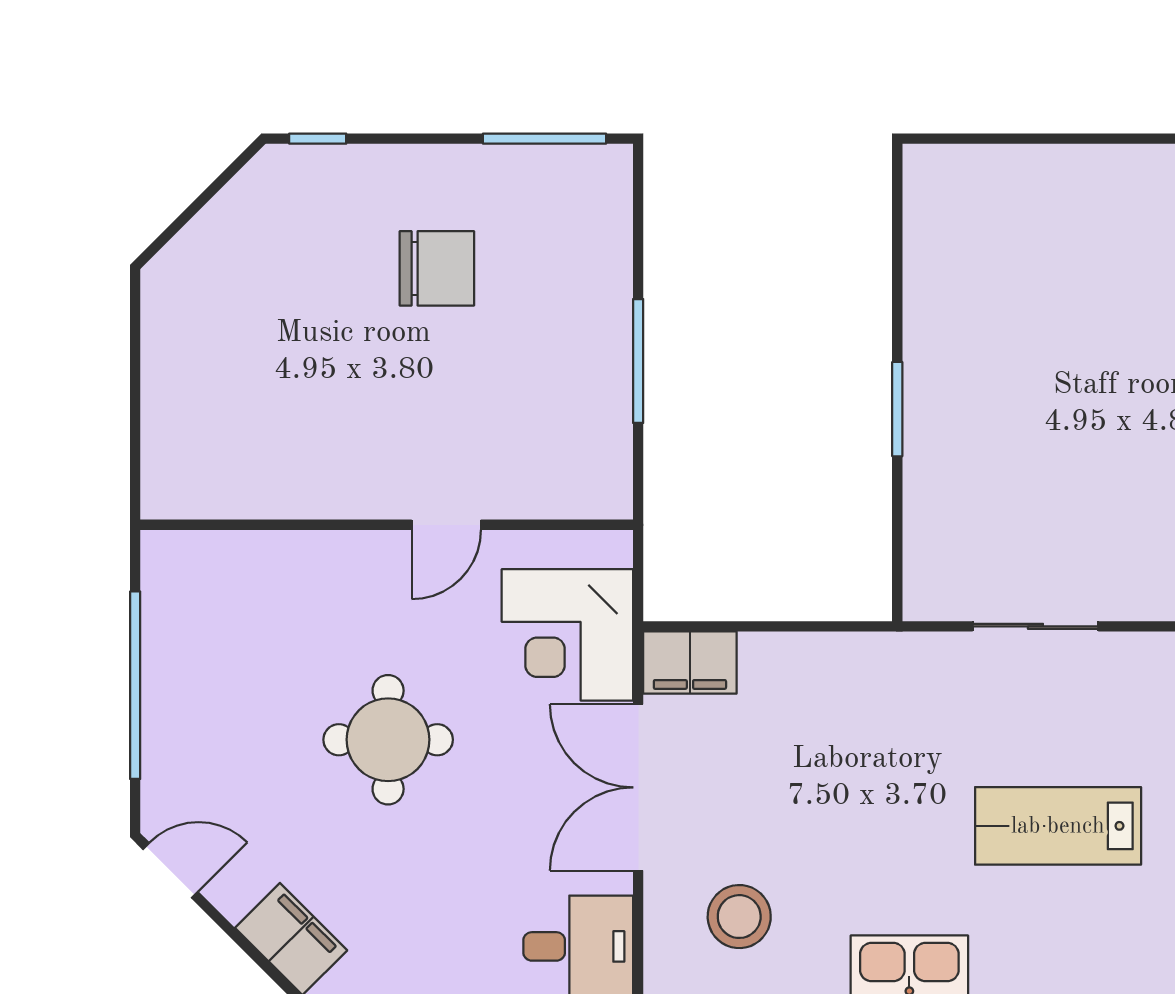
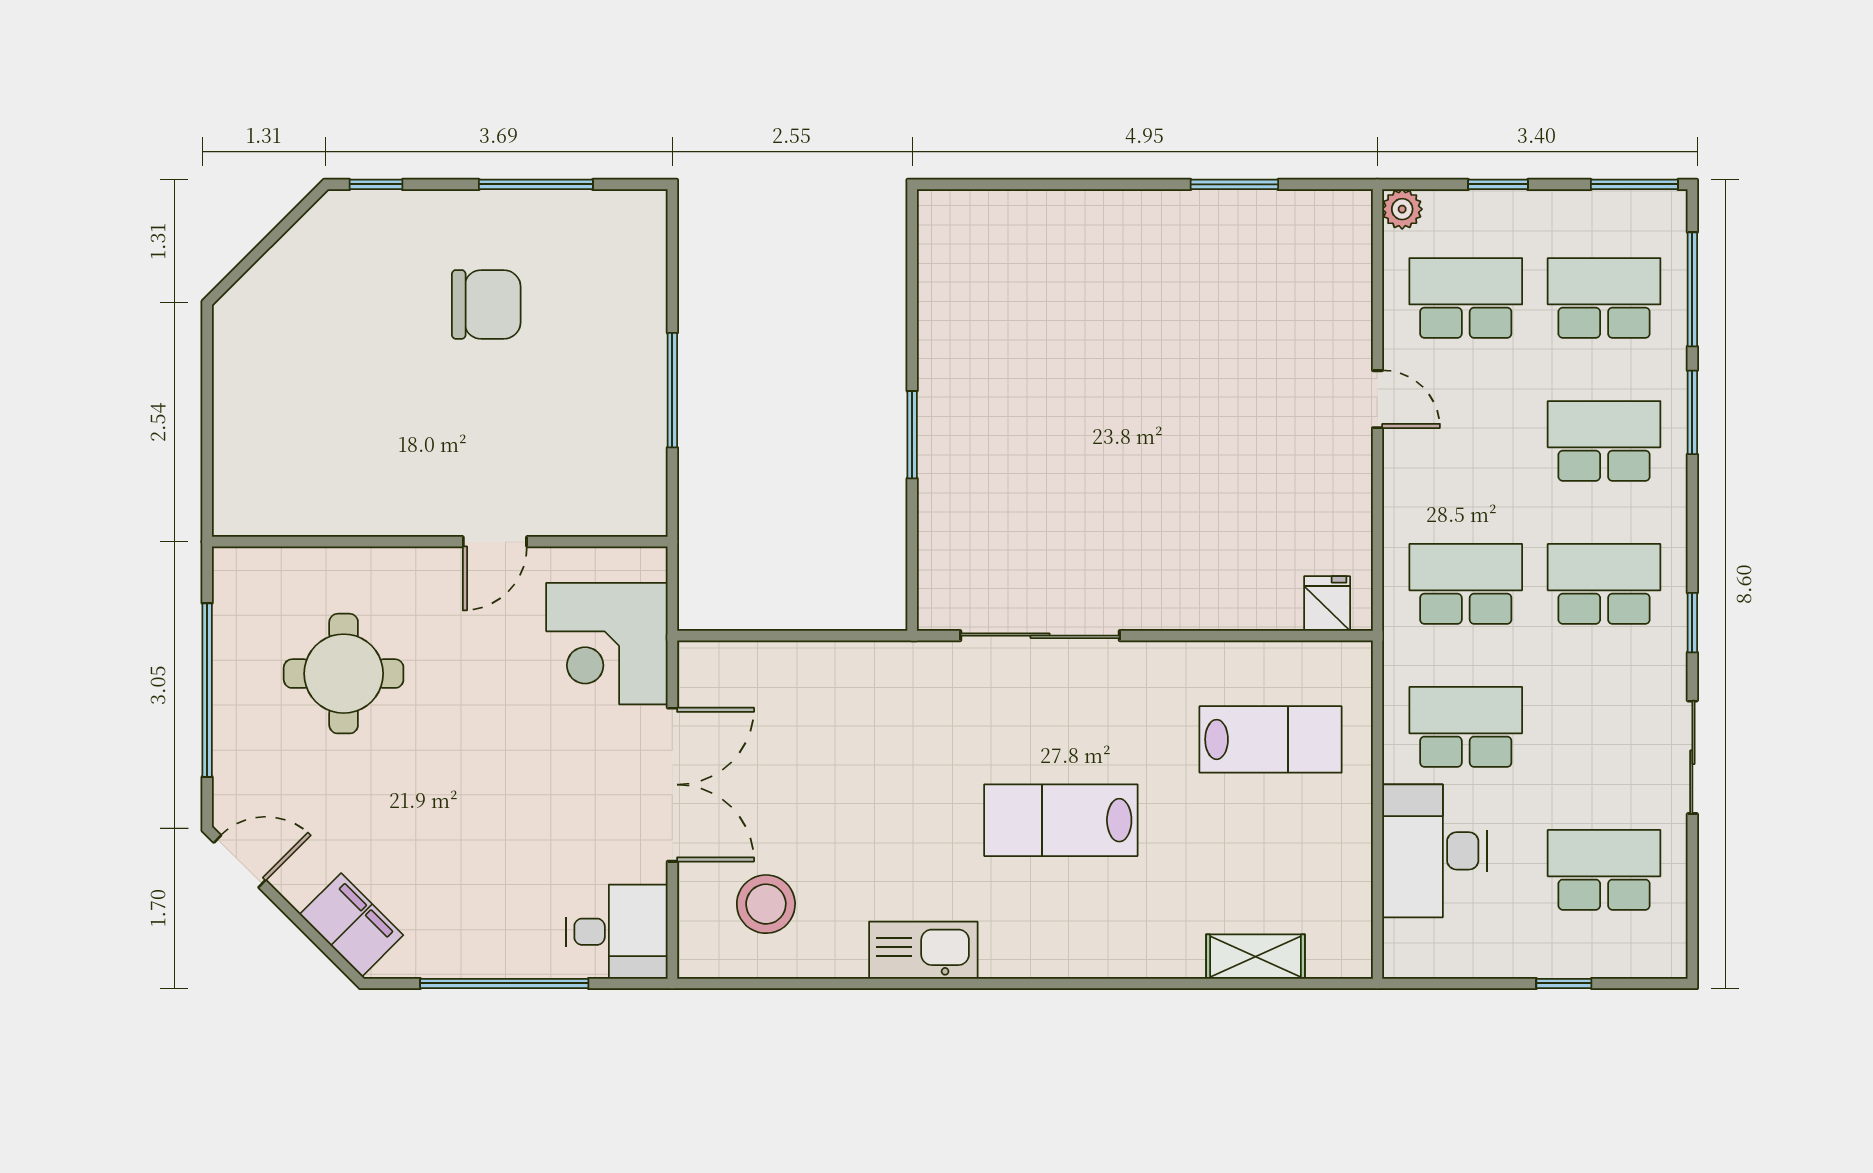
window: (545, 139) -> (536, 184), moved
sliding door: (1035, 626) -> (1040, 636), width x1.37
filing cabinet: (690, 663) -> (720, 669), removed
round table: (388, 740) -> (344, 674), moved
double door: (638, 787) -> (672, 785), swing flipped

